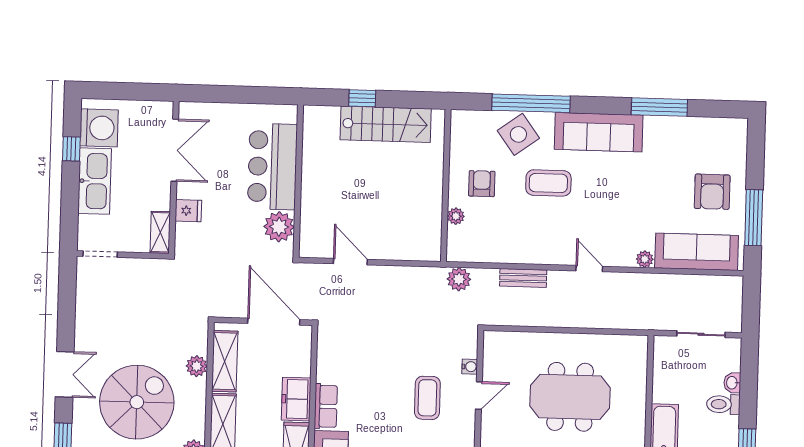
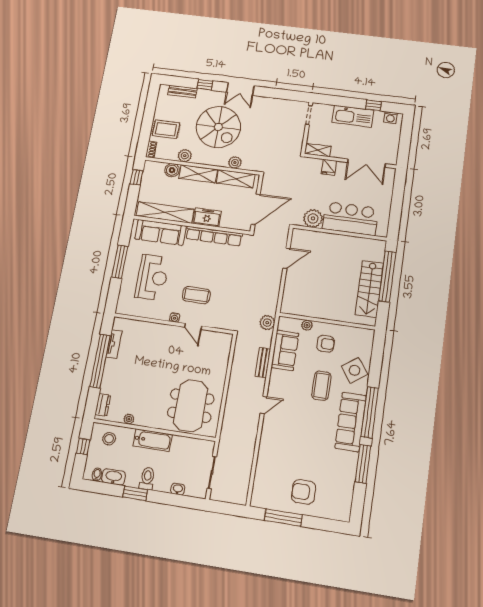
window: (362, 98) -> (387, 276), width x3.17
window: (531, 103) -> (370, 412), moved
washing machine: (99, 128) -> (390, 118), width x0.53, depth x0.53
sofa: (697, 252) -> (285, 350), moved, width x0.73
plant: (645, 259) -> (265, 442), removed
water cooler: (470, 367) -> (175, 318), moved
meeting table: (570, 397) -> (191, 406), moved
toilet: (723, 404) -> (147, 478), moved
row of seats: (326, 406) -> (214, 236), width x2.02

